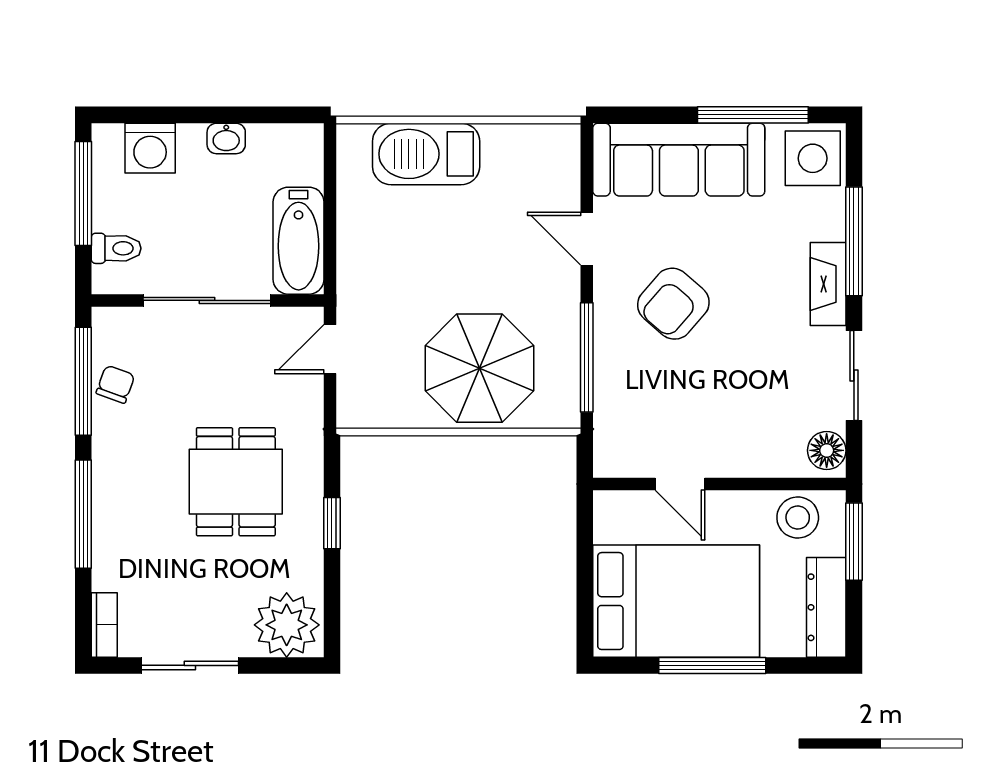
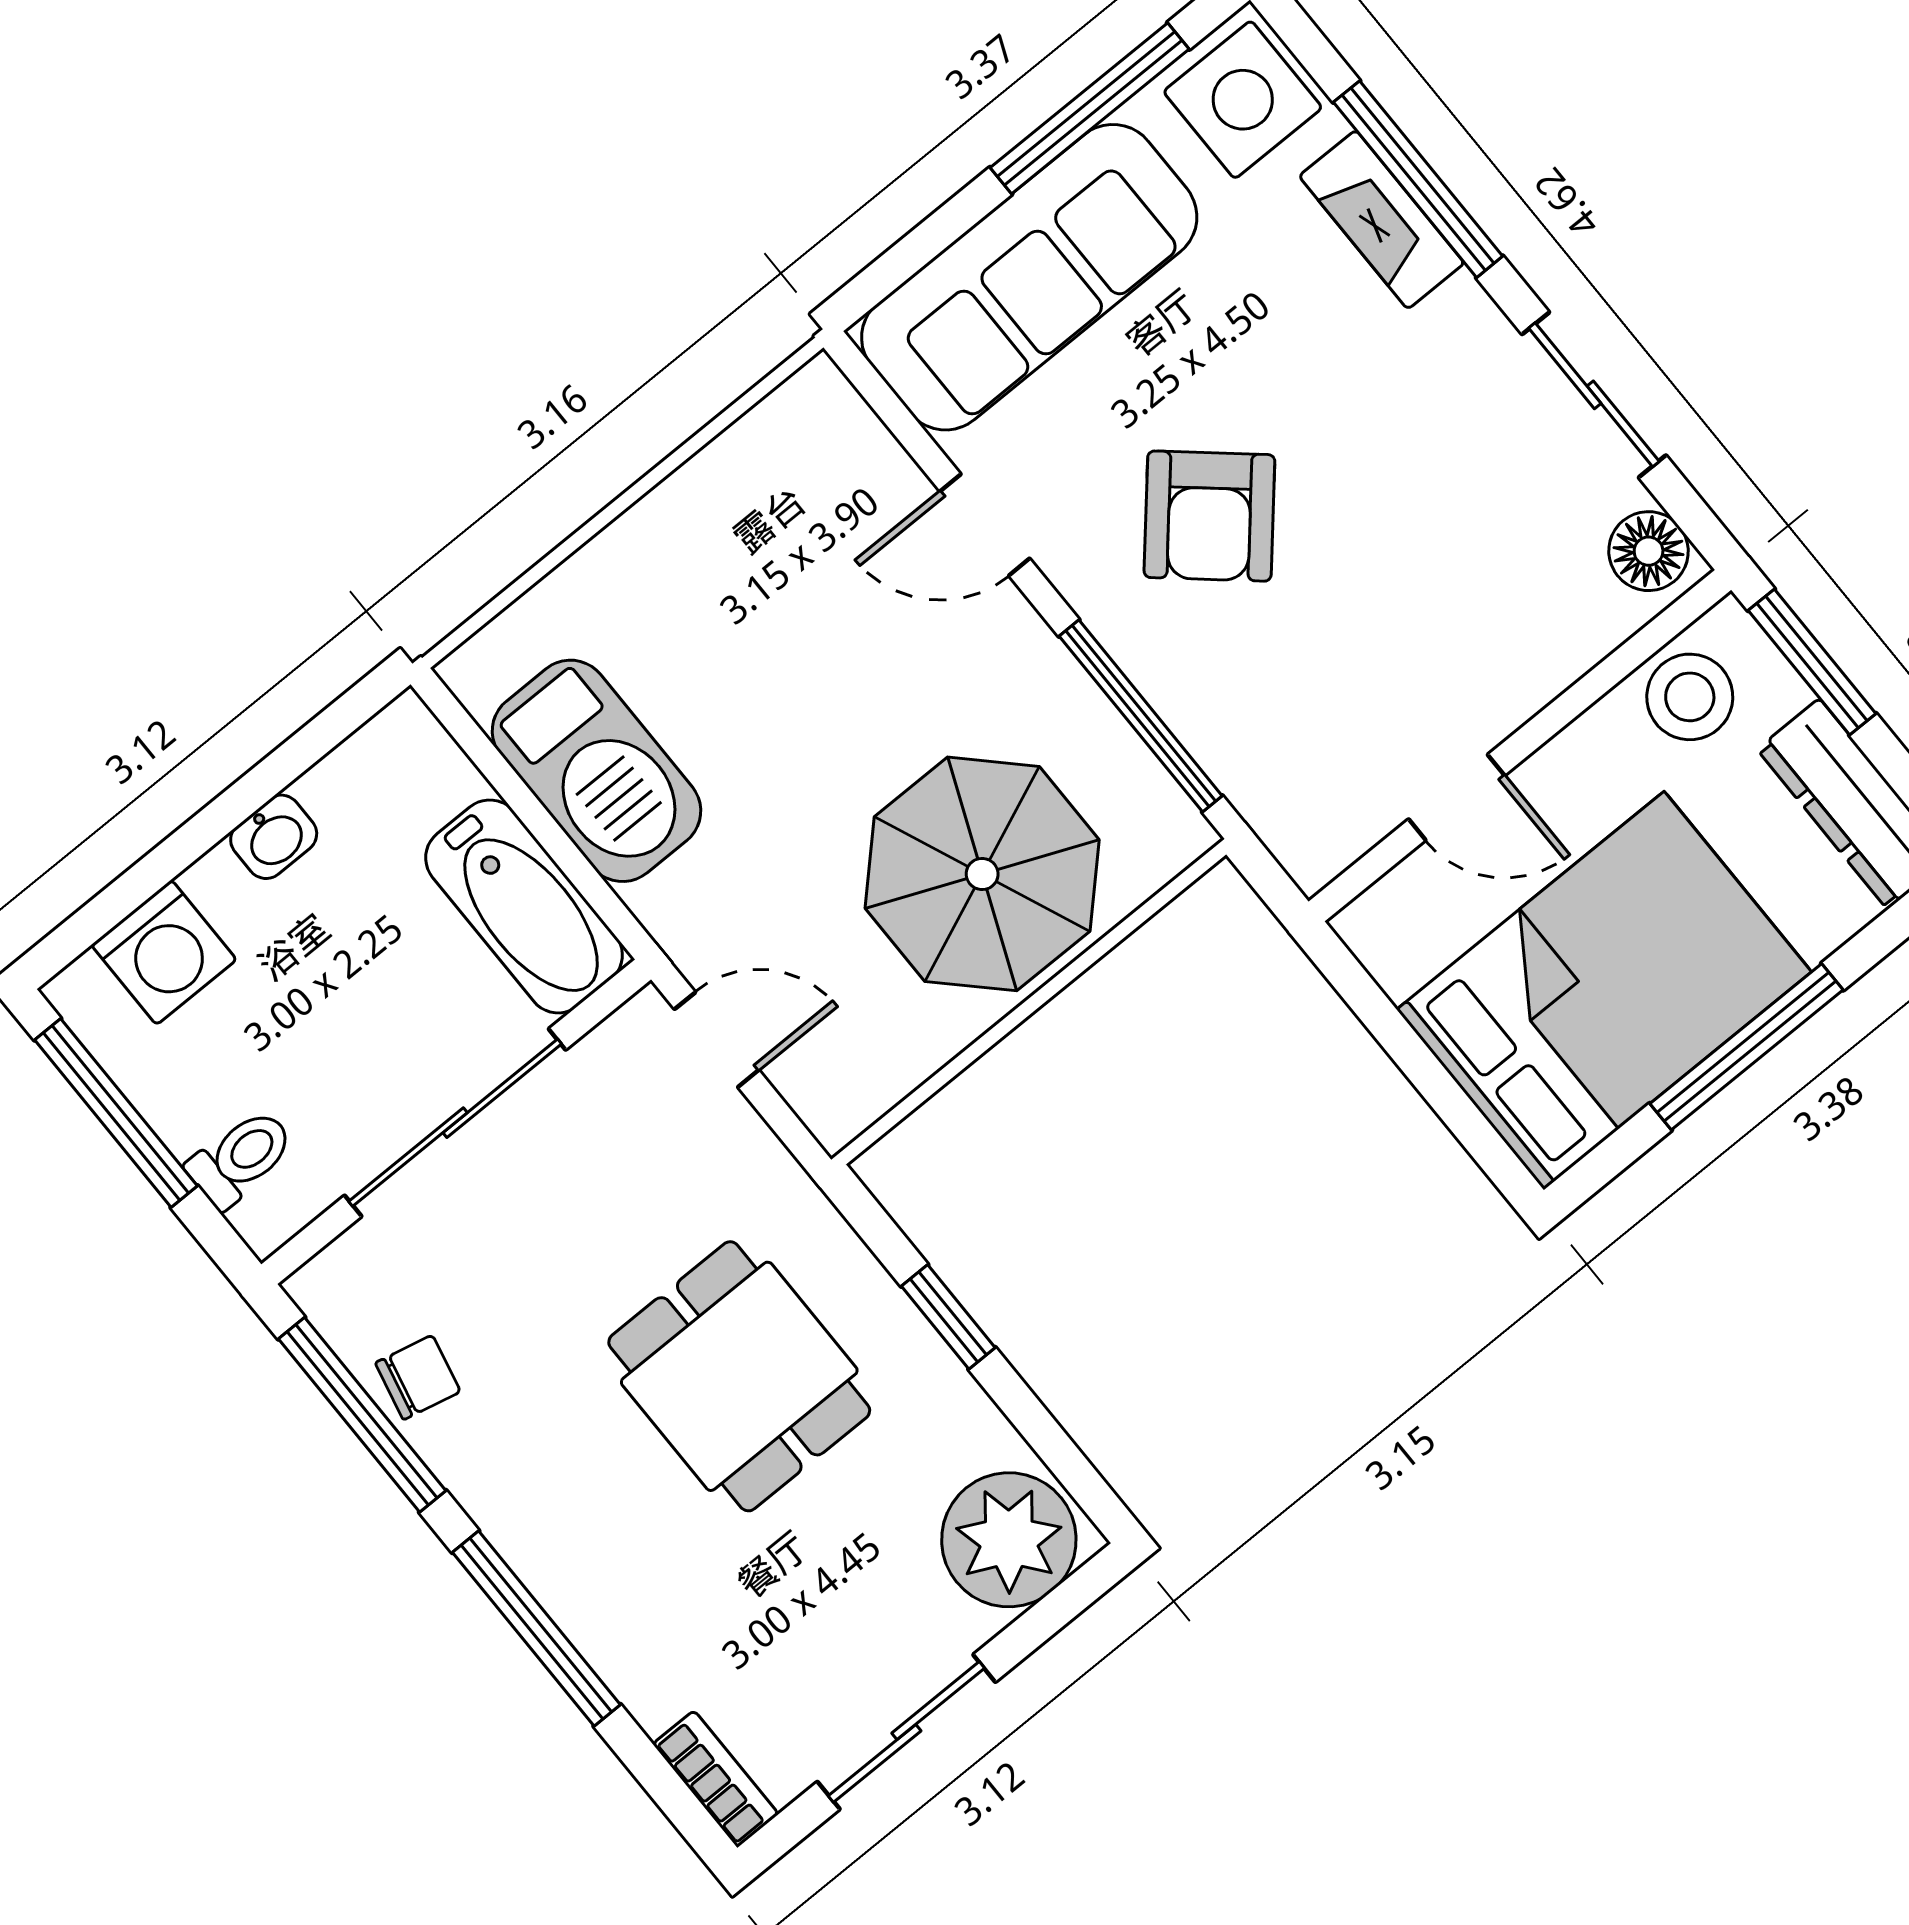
barbecue: (426, 154) -> (597, 771), moved, turned -90
fireplace: (828, 284) -> (1382, 220), moved
door: (330, 349) -> (717, 1040), swing flipped
chair: (115, 384) -> (418, 1377), turned 83

